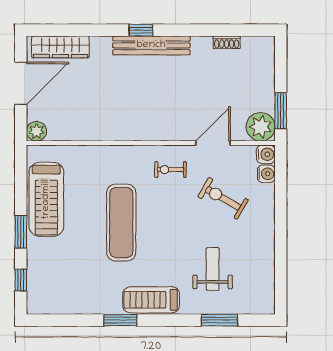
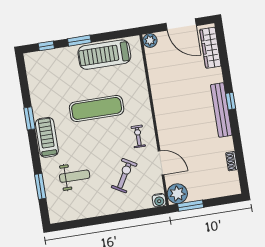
water cooler: (266, 174) -> (146, 203), removed

